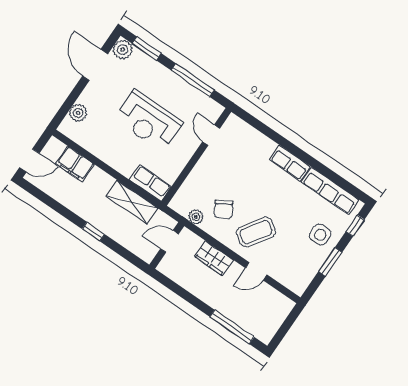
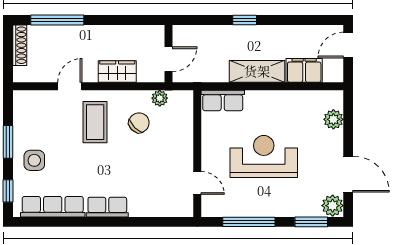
shelving: (132, 202) -> (257, 71), moved
chair: (224, 209) -> (139, 123), turned 77
coffee table: (256, 232) -> (95, 122), turned -33
shoe rack: (272, 327) -> (20, 45), added

